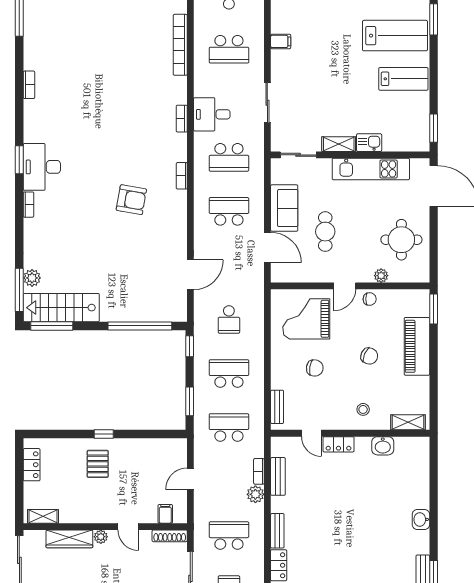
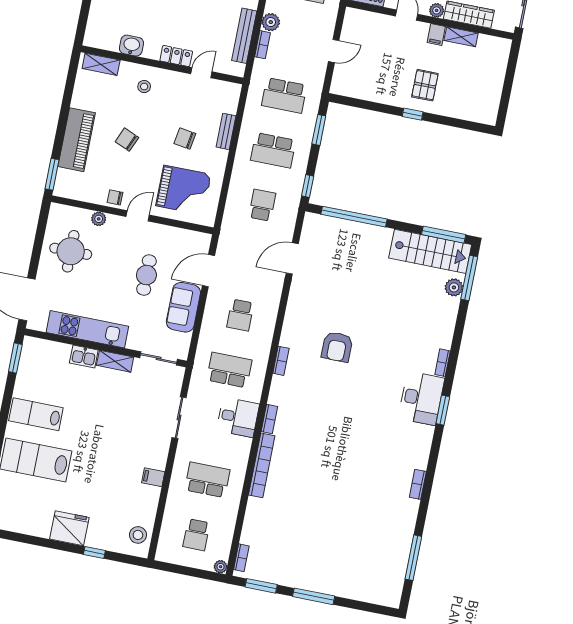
bookcase: (180, 45) -> (262, 465), moved
armchair: (131, 200) -> (337, 347), turned -100
school desk: (229, 211) -> (240, 315), width x0.54
door: (267, 247) -> (208, 271), hinge flipped
bench: (277, 407) -> (226, 131), moved
door: (311, 433) -> (201, 73), hinge flipped
locker: (32, 465) -> (492, 98), removed
bench: (278, 476) -> (244, 36), width x1.36
filing cabinet: (165, 514) -> (436, 35), moved
shelving: (43, 516) -> (461, 37), moved

